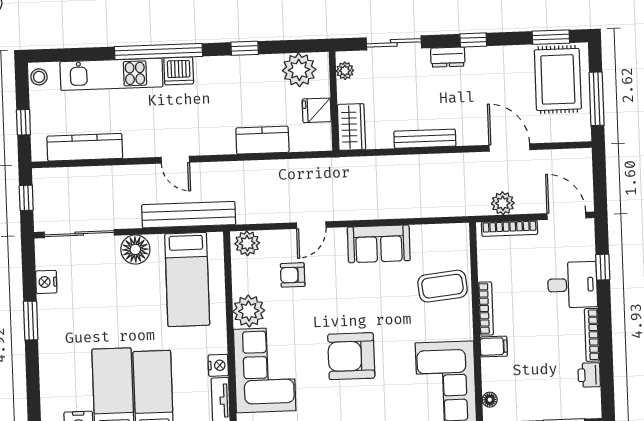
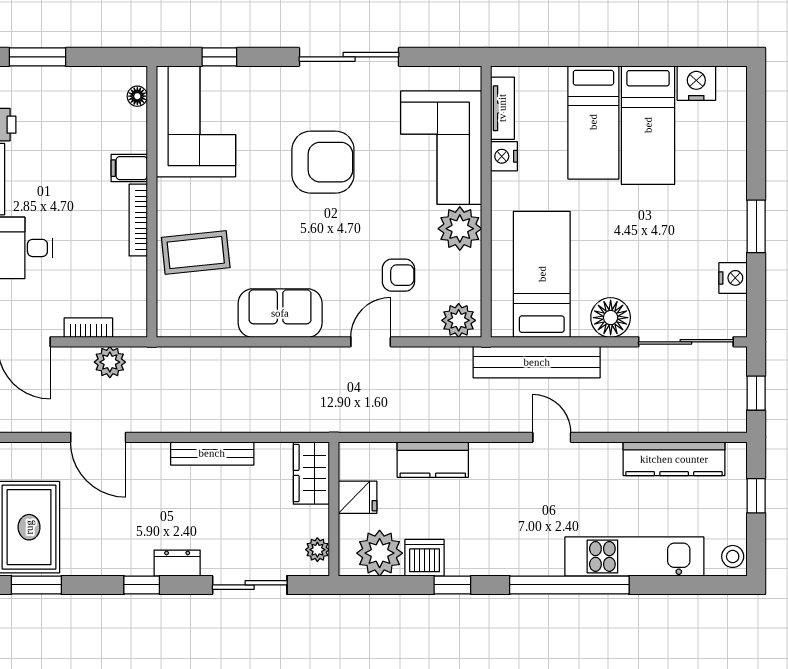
dishwasher: (179, 71) -> (424, 558), moved
bookcase: (510, 228) -> (88, 328), width x0.64

